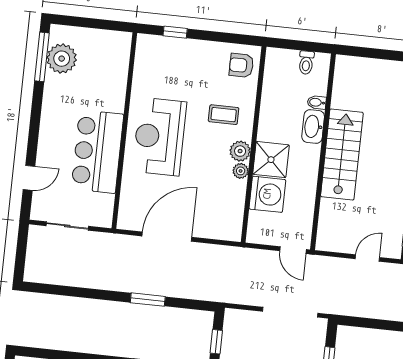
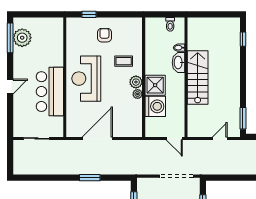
armchair: (241, 65) -> (104, 35), moved, turned 90
door: (29, 178) -> (10, 87), moved

